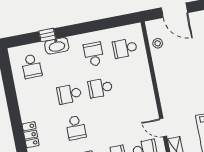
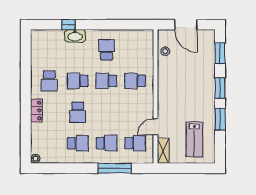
school desk: (125, 48) -> (135, 81), moved
school desk: (31, 66) -> (49, 81), moved
door: (163, 127) -> (155, 127), hinge flipped

